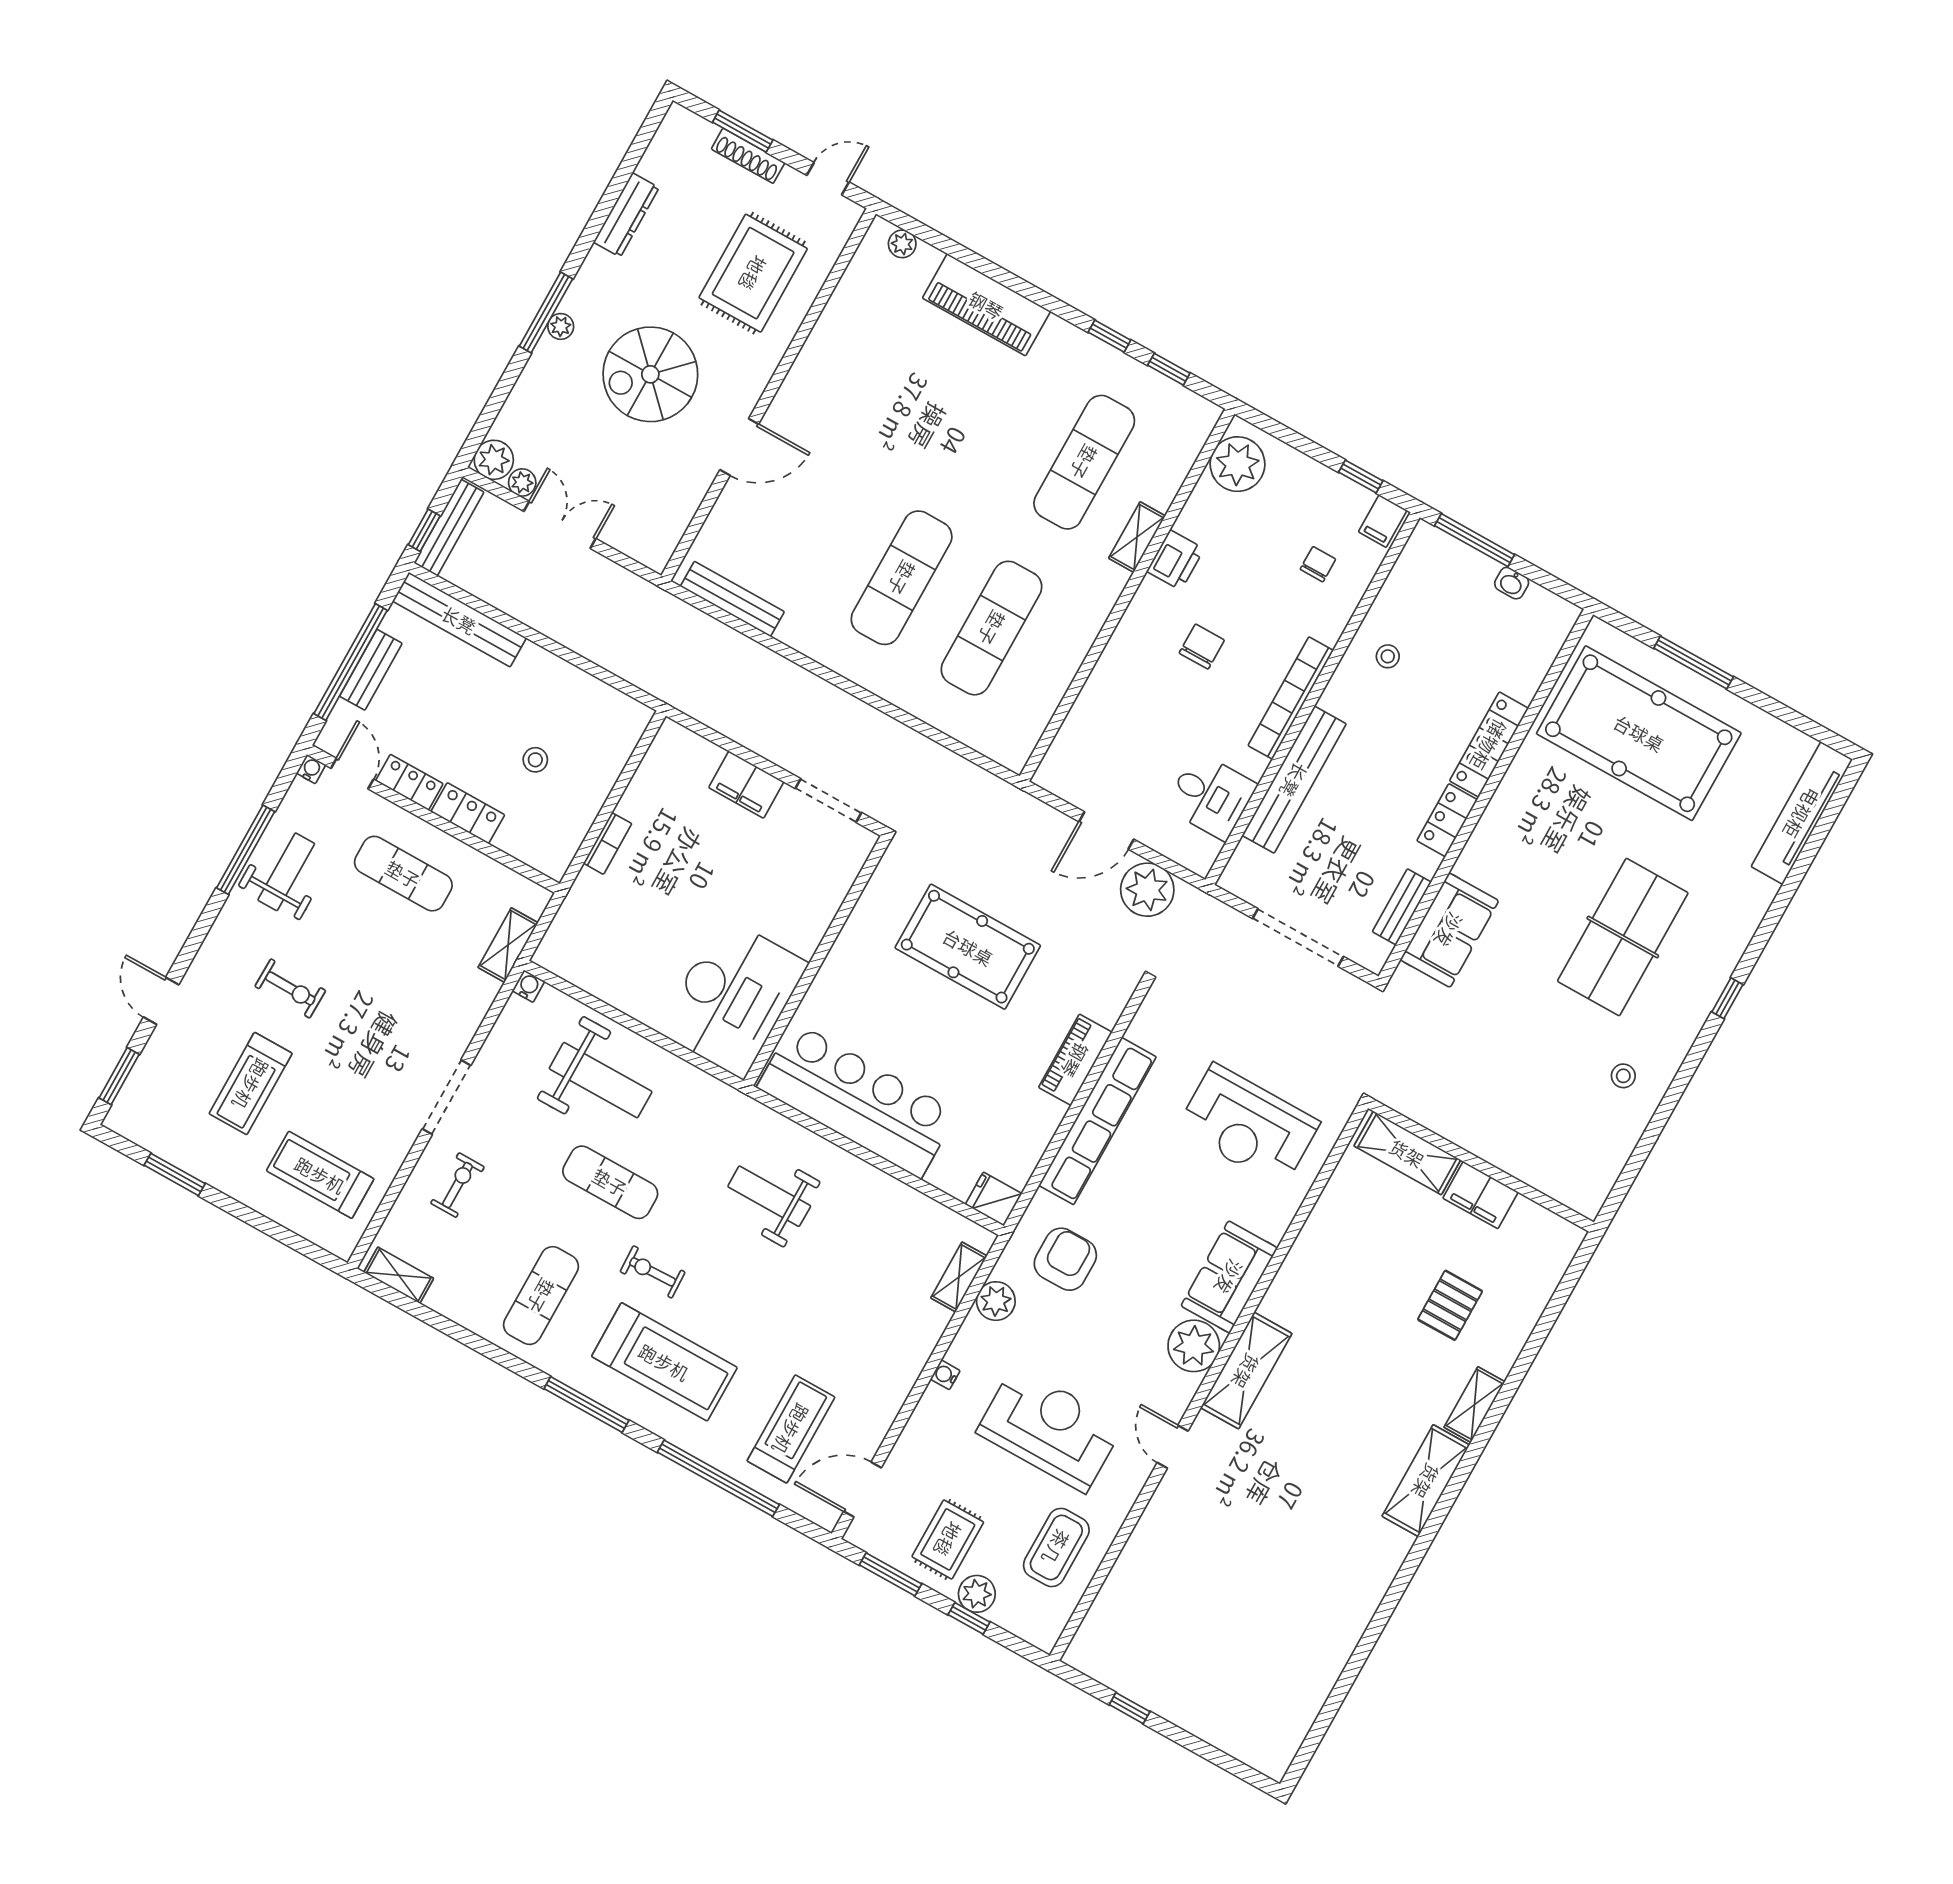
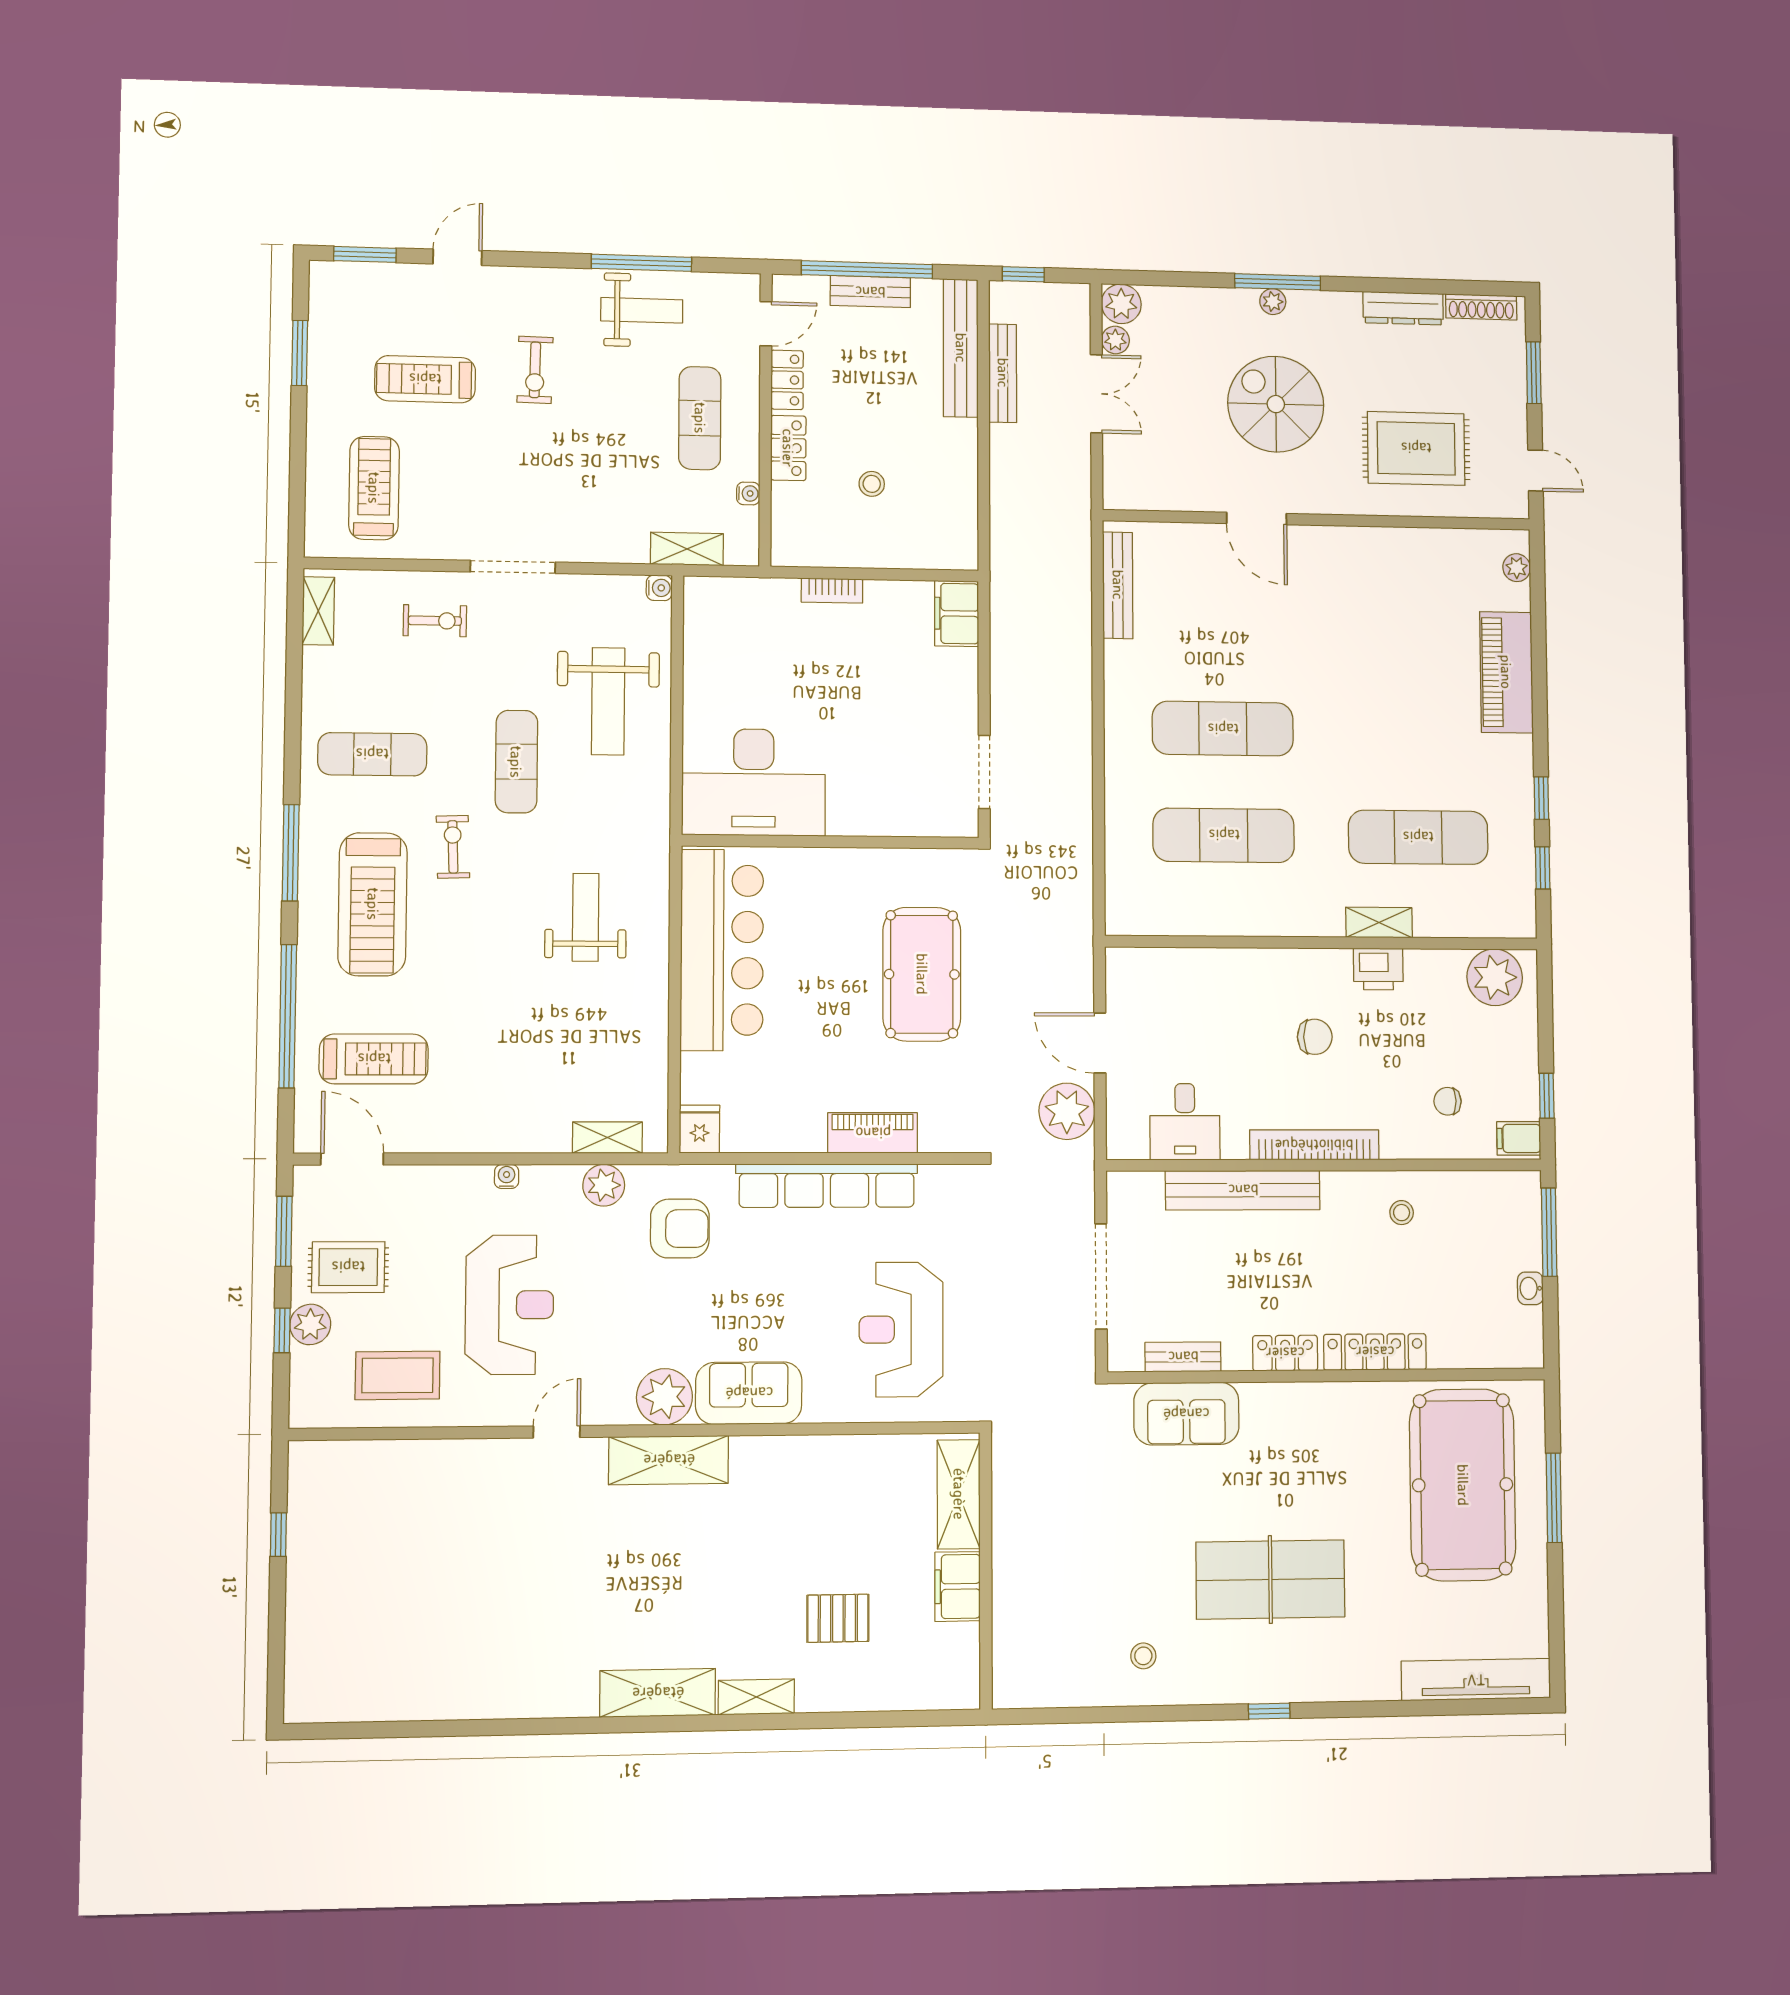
shoe rack: (748, 156) -> (1481, 307), moved, turned -90
bench: (449, 528) -> (1003, 373), moved, turned 90
chair: (1318, 564) -> (1448, 1101), turned 180
water cooler: (311, 769) -> (748, 493), moved
filing cabinet: (746, 785) -> (957, 614), moved

